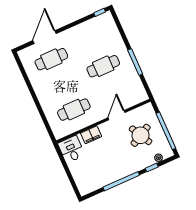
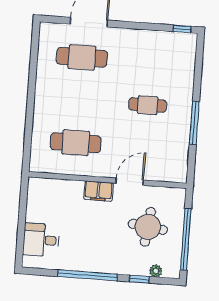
cafe table: (103, 66) -> (148, 105), width x0.73, depth x0.74
filing cabinet: (91, 135) -> (98, 191), moved
round table: (141, 135) -> (148, 227), turned 35
desk: (71, 149) -> (41, 240), moved, turned -90

